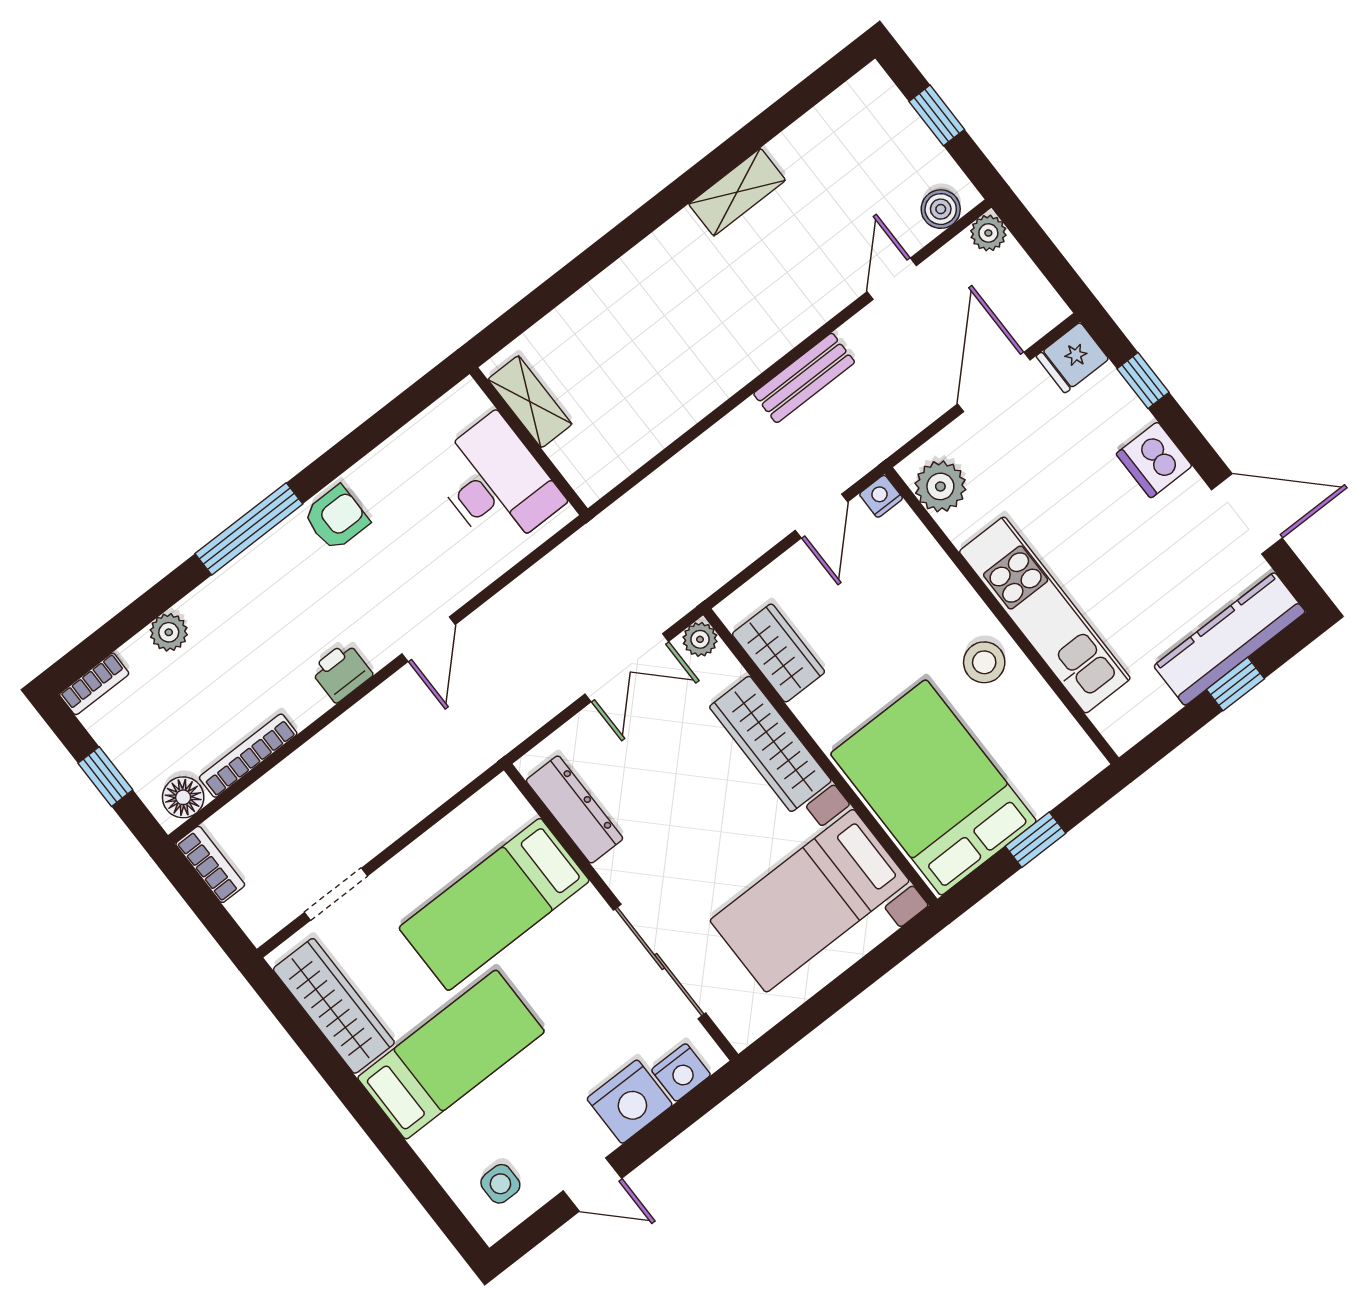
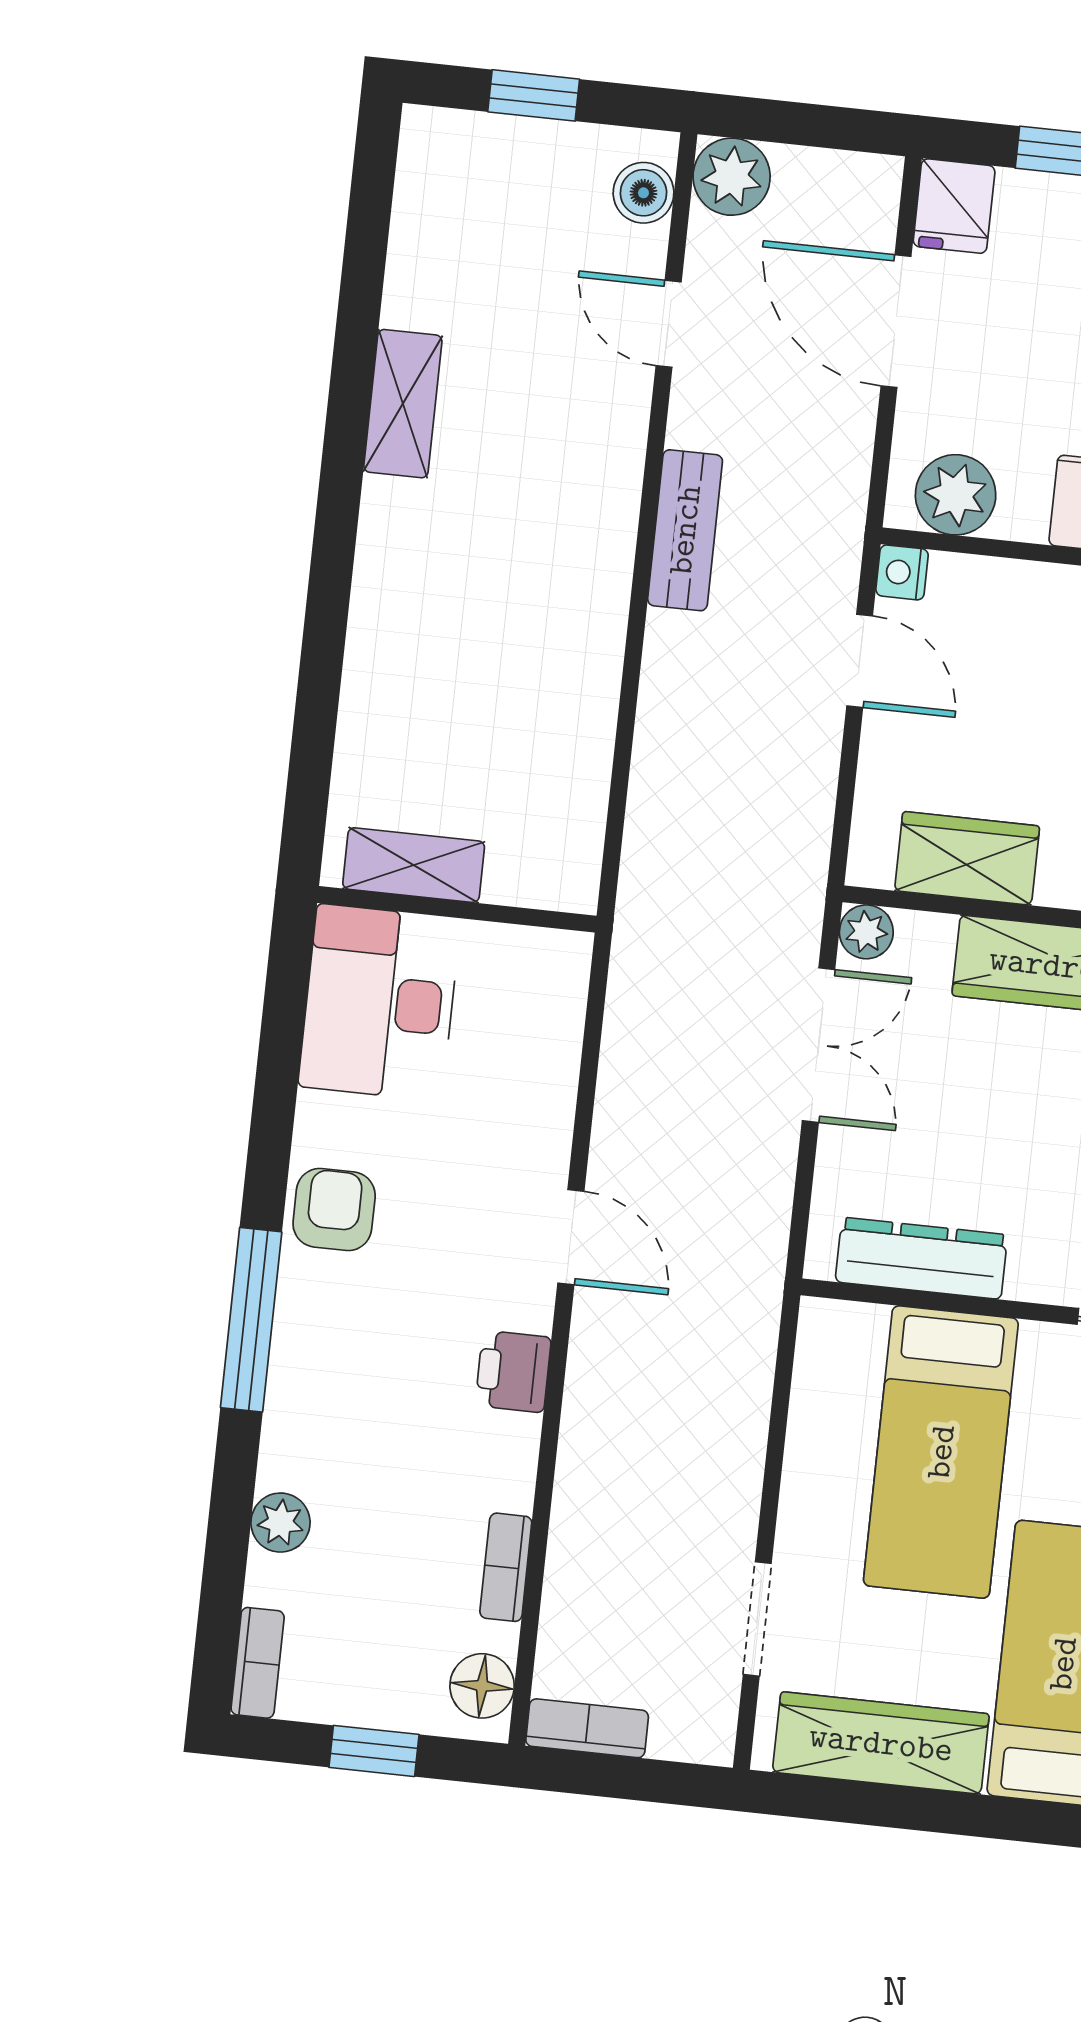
plant: (988, 233) -> (732, 177), width x1.38, depth x1.38
desk: (496, 483) -> (379, 1002), moved, turned -90
bookcase: (248, 756) -> (506, 1567), width x0.64

